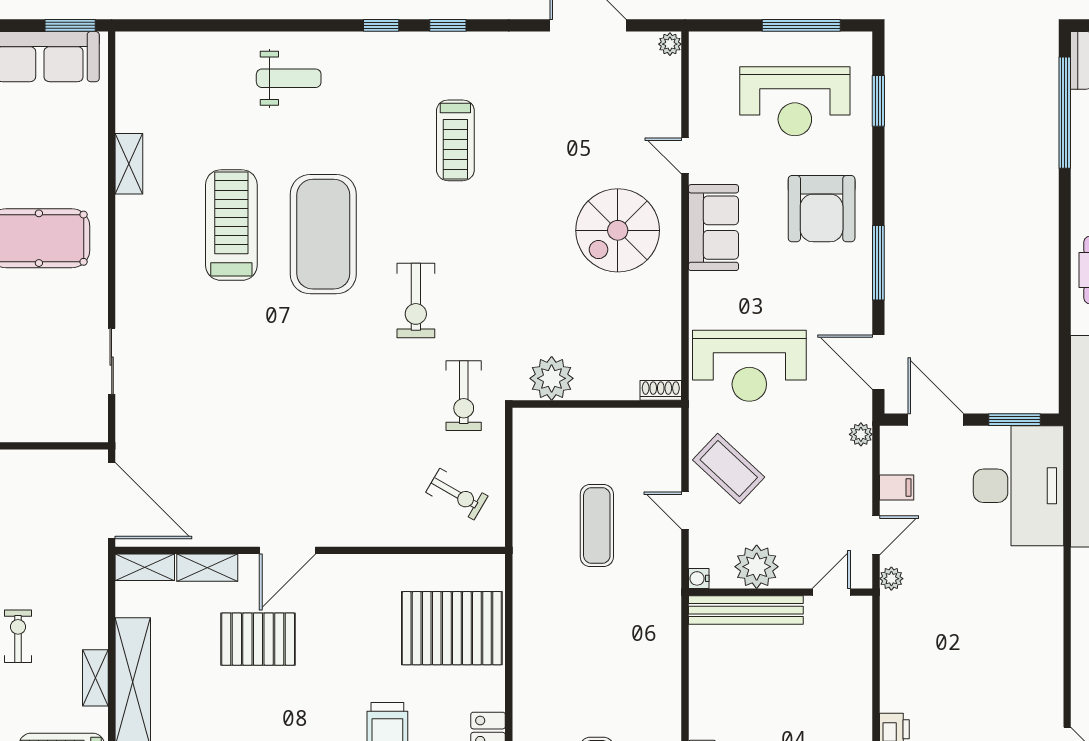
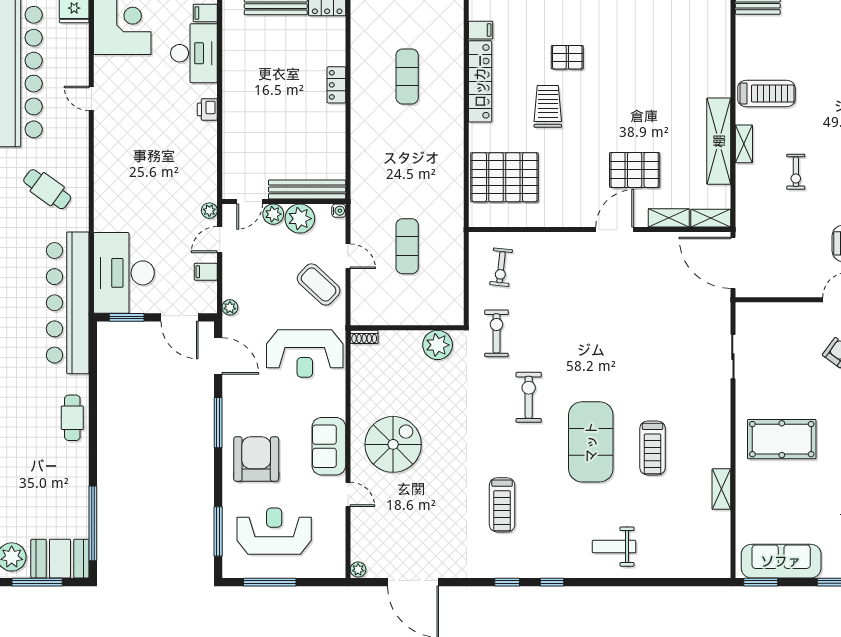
window: (878, 101) -> (218, 531), width x1.44
treadmill: (455, 140) -> (502, 505), turned 180
treadmill: (231, 225) -> (653, 448), width x0.73, depth x0.73
reception desk: (749, 366) -> (305, 353), turned 180
exercise bike: (457, 494) -> (501, 267), turned -114
plant: (796, 573) -> (273, 214), added

